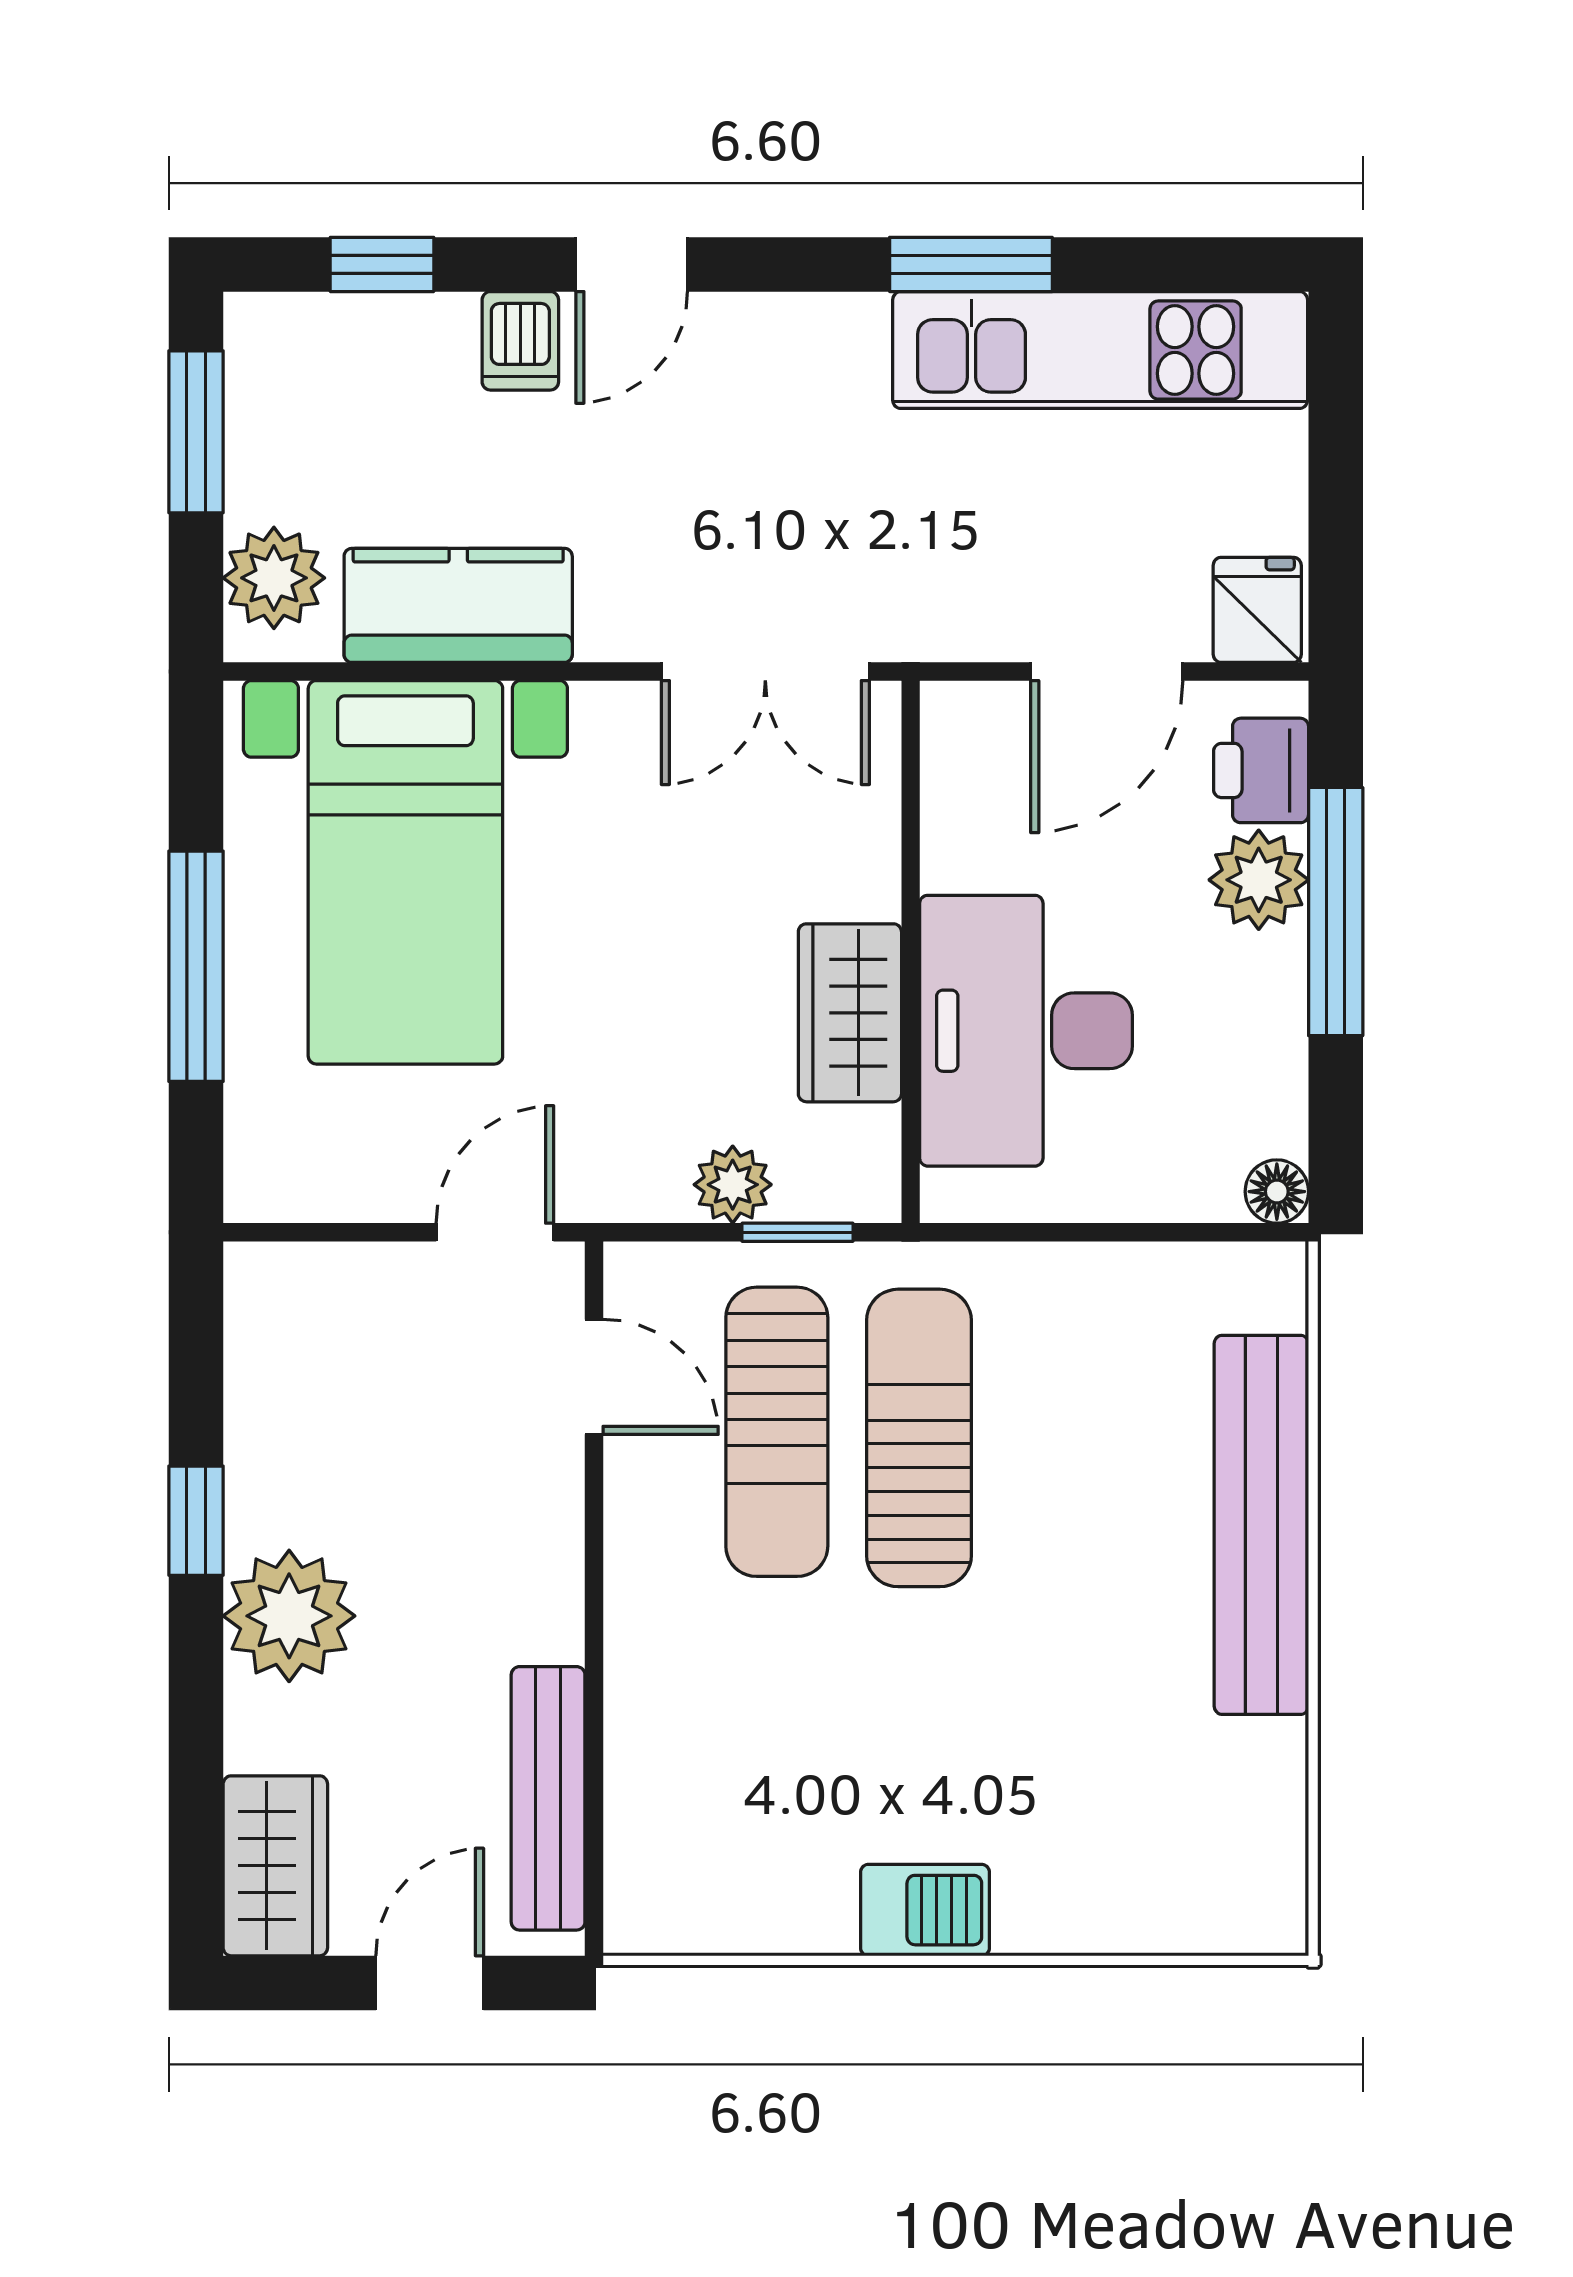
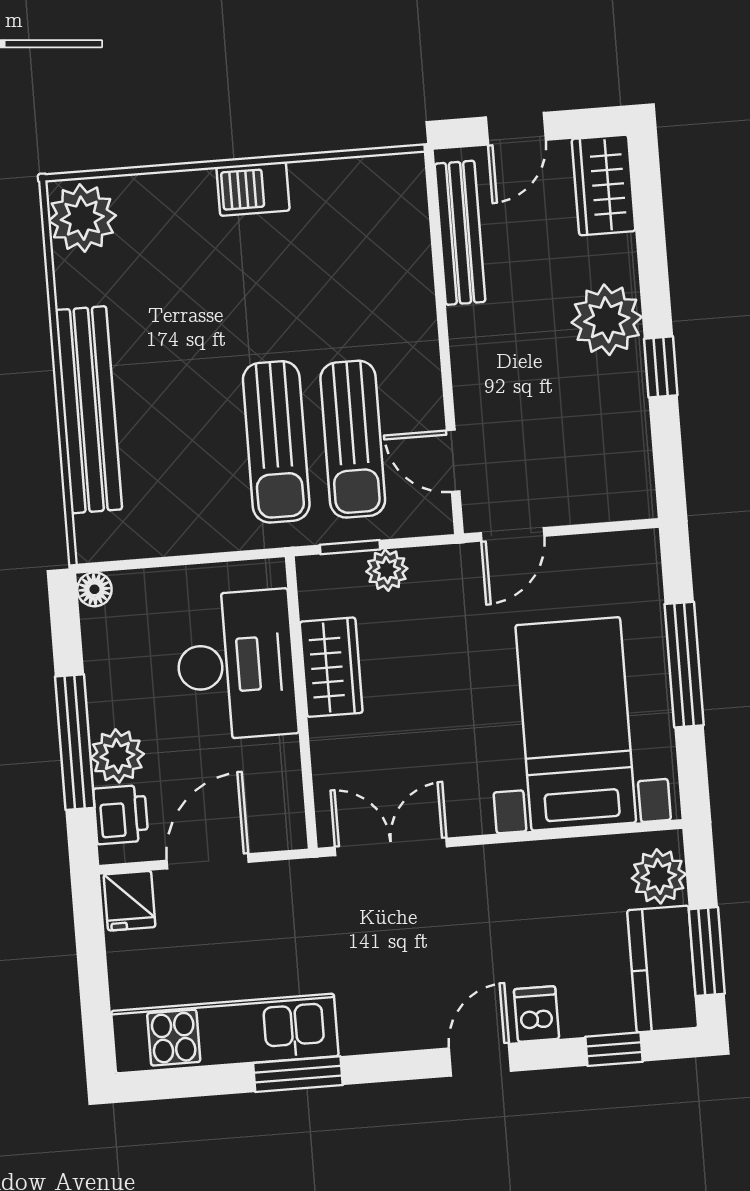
kitchen counter: (458, 605) -> (663, 969), moved, turned 90
sun lounger: (777, 1432) -> (353, 439), turned 180
plant: (1245, 1881) -> (82, 218), added

